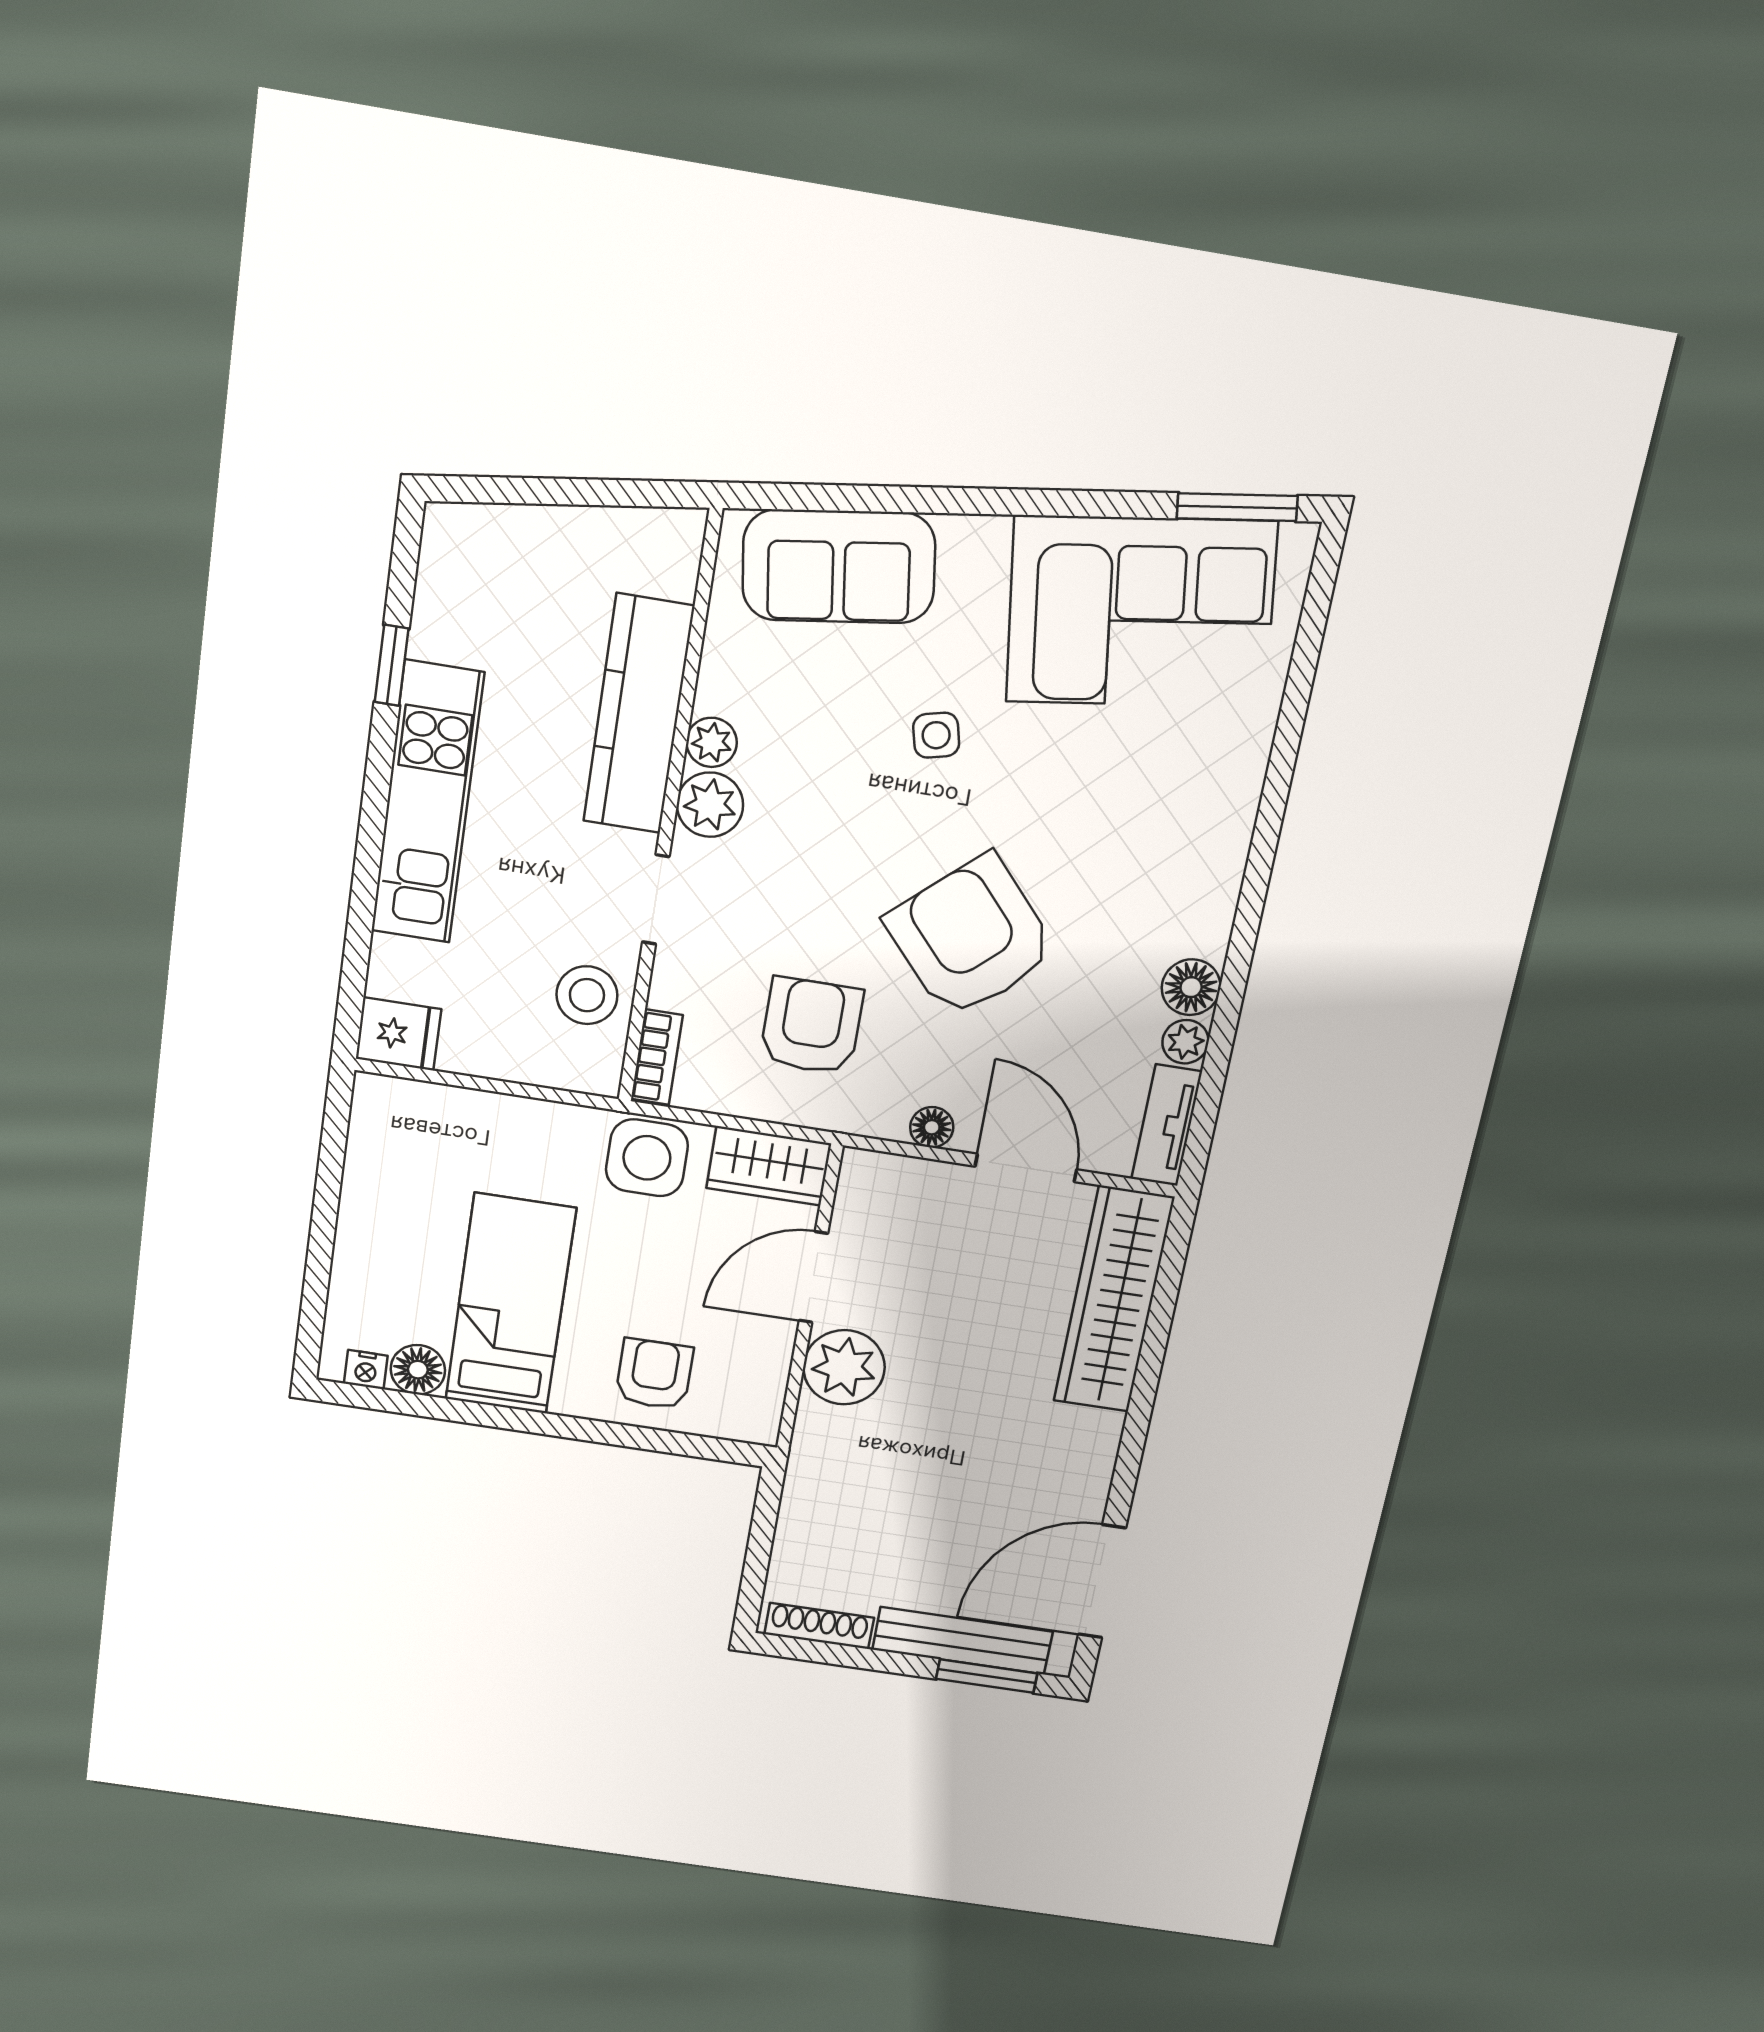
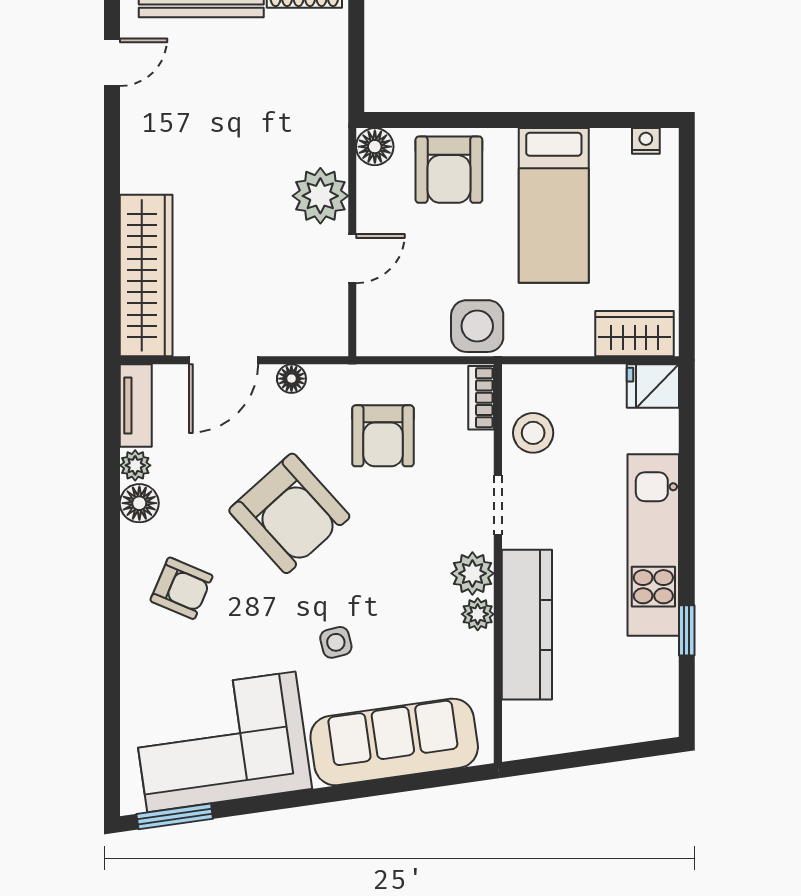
sofa: (839, 566) -> (394, 742), width x1.36
armchair: (1154, 854) -> (181, 588), added
wardrobe: (769, 1166) -> (635, 334), moved
door: (1026, 1168) -> (224, 360), hinge flipped
door: (813, 1277) -> (352, 259), width x0.73
floor lamp: (418, 1370) -> (375, 147), moved
armchair: (654, 1374) -> (449, 170), width x1.38, depth x1.38
door: (1102, 1581) -> (112, 62), width x0.53

